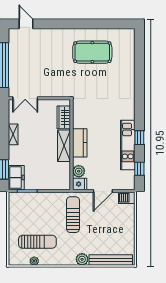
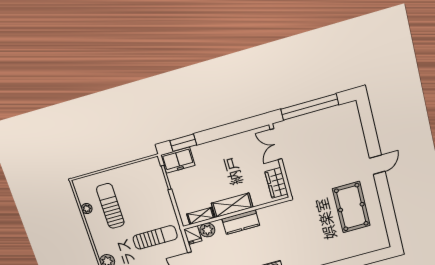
door: (26, 24) -> (377, 165), moved
wardrobe: (64, 117) -> (276, 183), moved, turned -90
shelving: (13, 134) -> (201, 216), moved
sun lounger: (37, 242) -> (110, 206), turned 180

